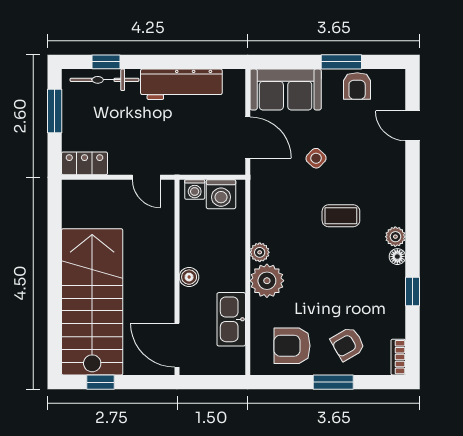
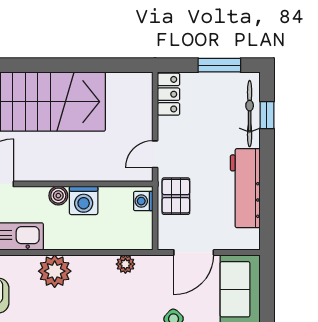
pallet: (190, 156) -> (176, 196), added
washing machine: (221, 194) -> (84, 200), moved, turned -90
plant: (260, 252) -> (125, 264), moved

